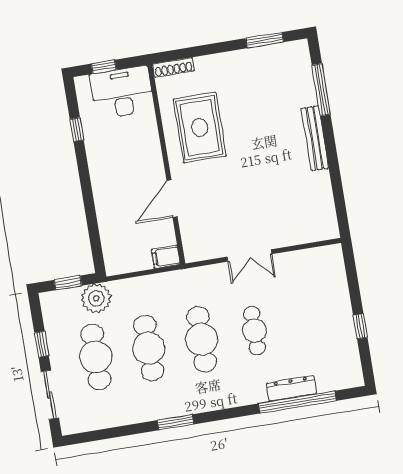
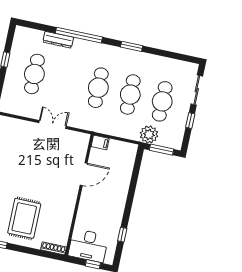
rug: (200, 128) -> (24, 218), moved
window: (68, 283) -> (162, 150), width x1.50
cafe table: (254, 331) -> (34, 74), moved, width x1.37, depth x1.35
window: (297, 402) -> (79, 35), moved

